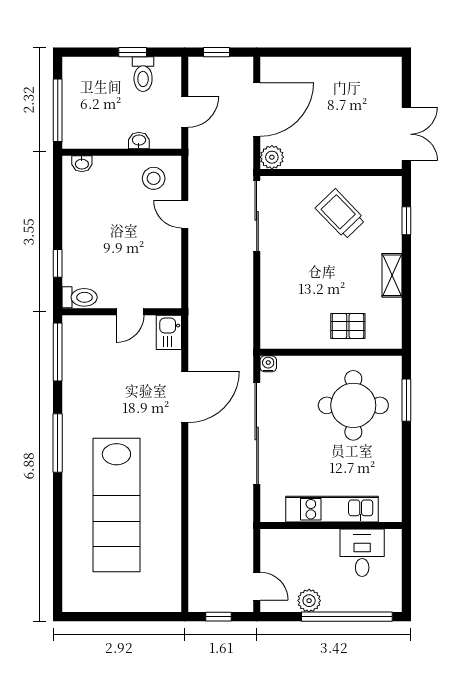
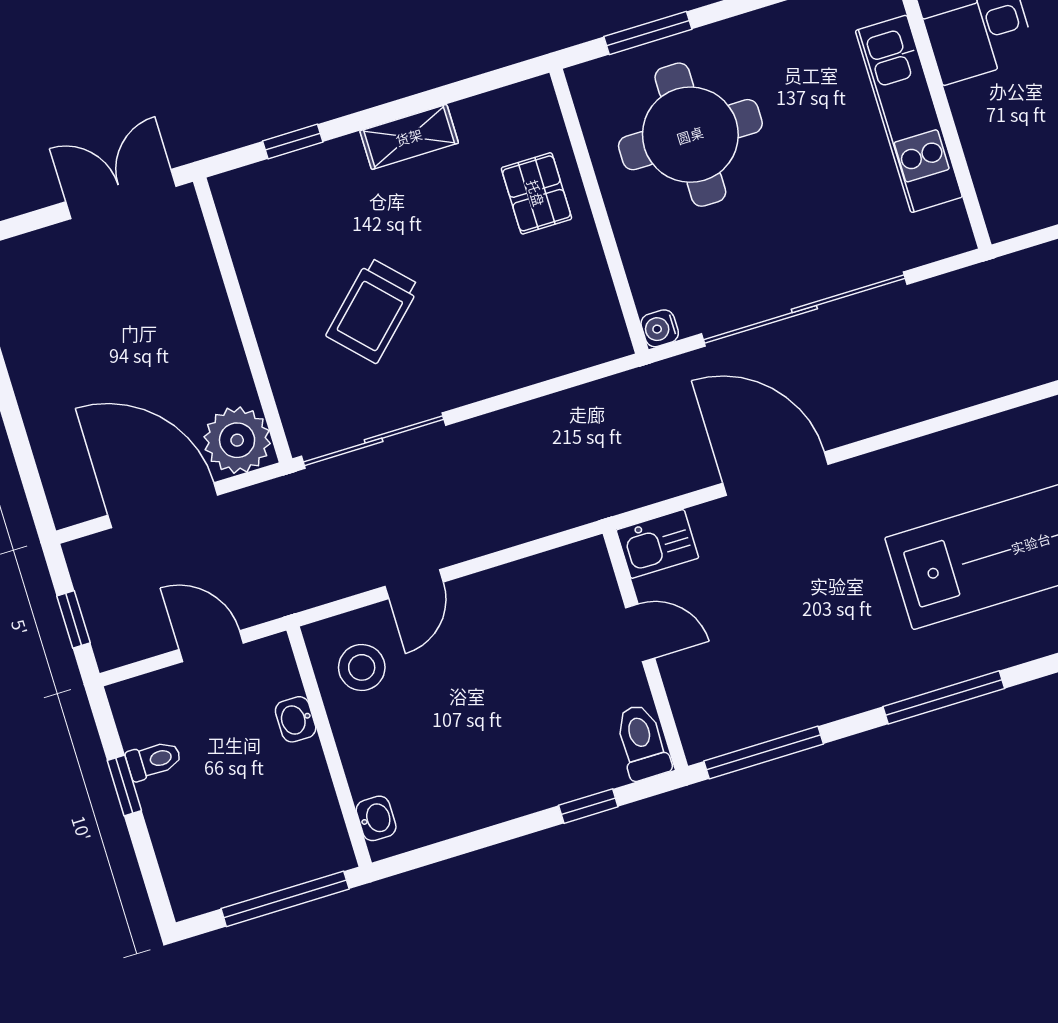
toilet: (143, 74) -> (154, 760), width x0.73, depth x0.72
plant: (272, 157) -> (237, 440), width x1.36, depth x1.36
trolley: (340, 214) -> (373, 310), moved

